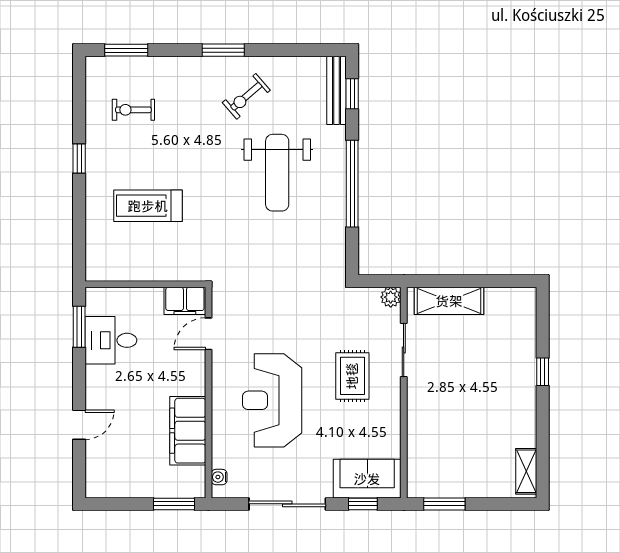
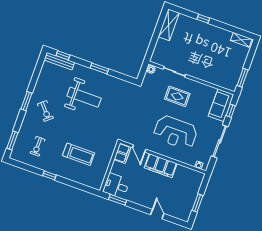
exercise bike: (246, 96) -> (45, 111), moved
window: (352, 184) -> (99, 68), width x0.47
treadmill: (148, 206) -> (79, 154), turned -90
shelving: (449, 301) -> (169, 25), moved
desk: (111, 340) -> (116, 186), moved, turned 90
filing cabinet: (188, 431) -> (161, 166), moved
window: (174, 504) -> (198, 203), moved

